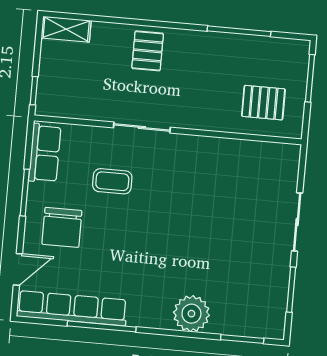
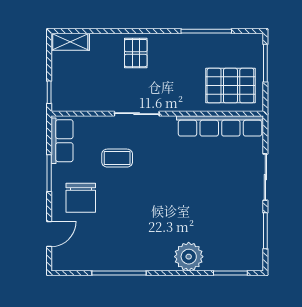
pallet: (263, 103) -> (230, 86), width x1.50, depth x1.42
row of seats: (72, 308) -> (220, 126), moved, turned 180

